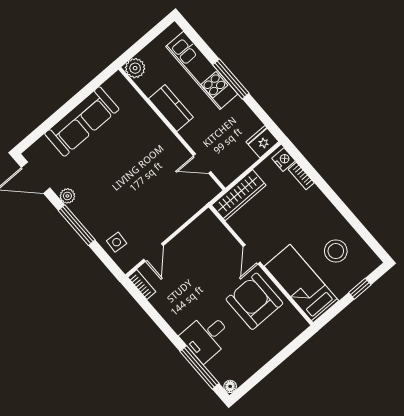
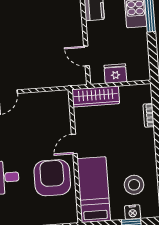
fridge: (262, 142) -> (115, 74), moved
nightstand: (284, 160) -> (133, 212), moved, turned 90

